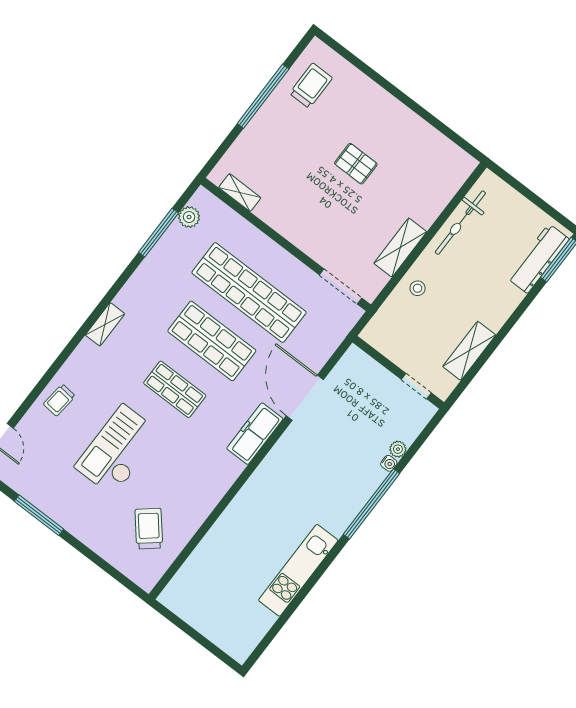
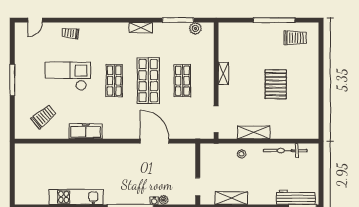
pallet: (356, 164) -> (276, 84), width x1.50, depth x1.42
shelving: (240, 193) -> (223, 73), moved
shop shelf: (249, 293) -> (182, 81), width x0.50, depth x0.74
shelving: (105, 324) -> (141, 28), moved
door: (305, 398) -> (155, 141), hinge flipped
freezer: (255, 434) -> (86, 131), moved
window: (39, 515) -> (12, 80), moved

